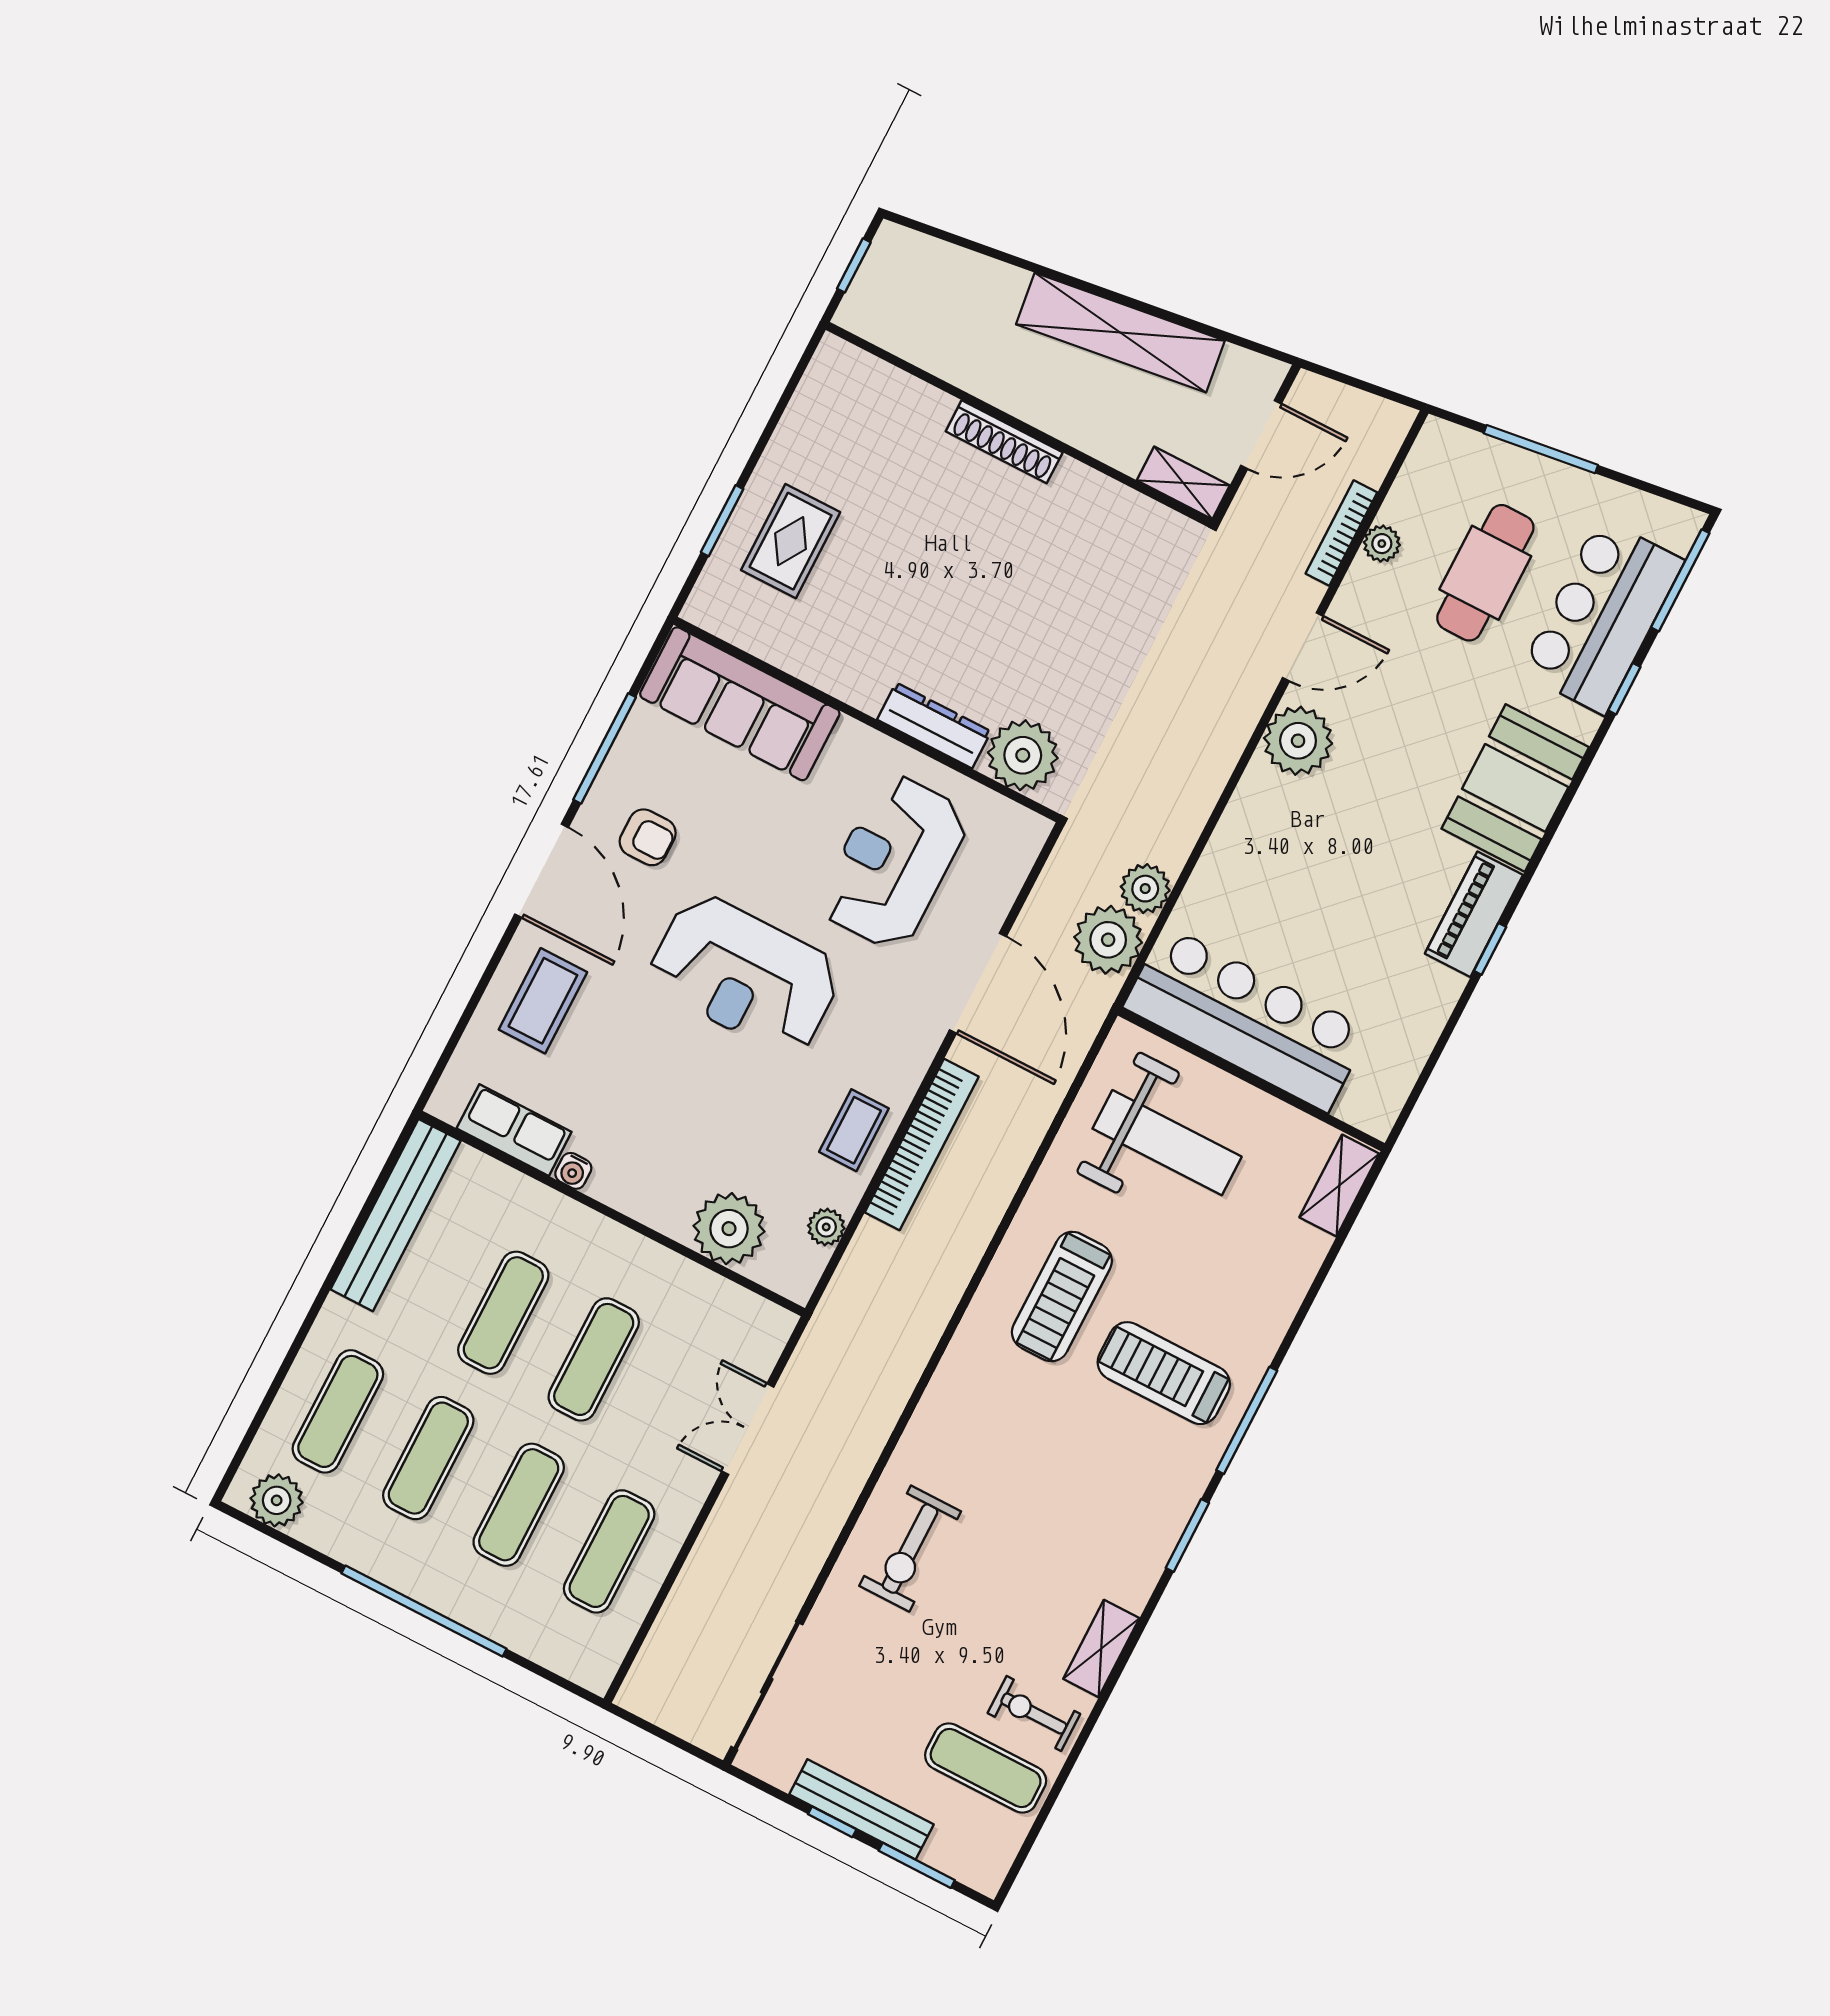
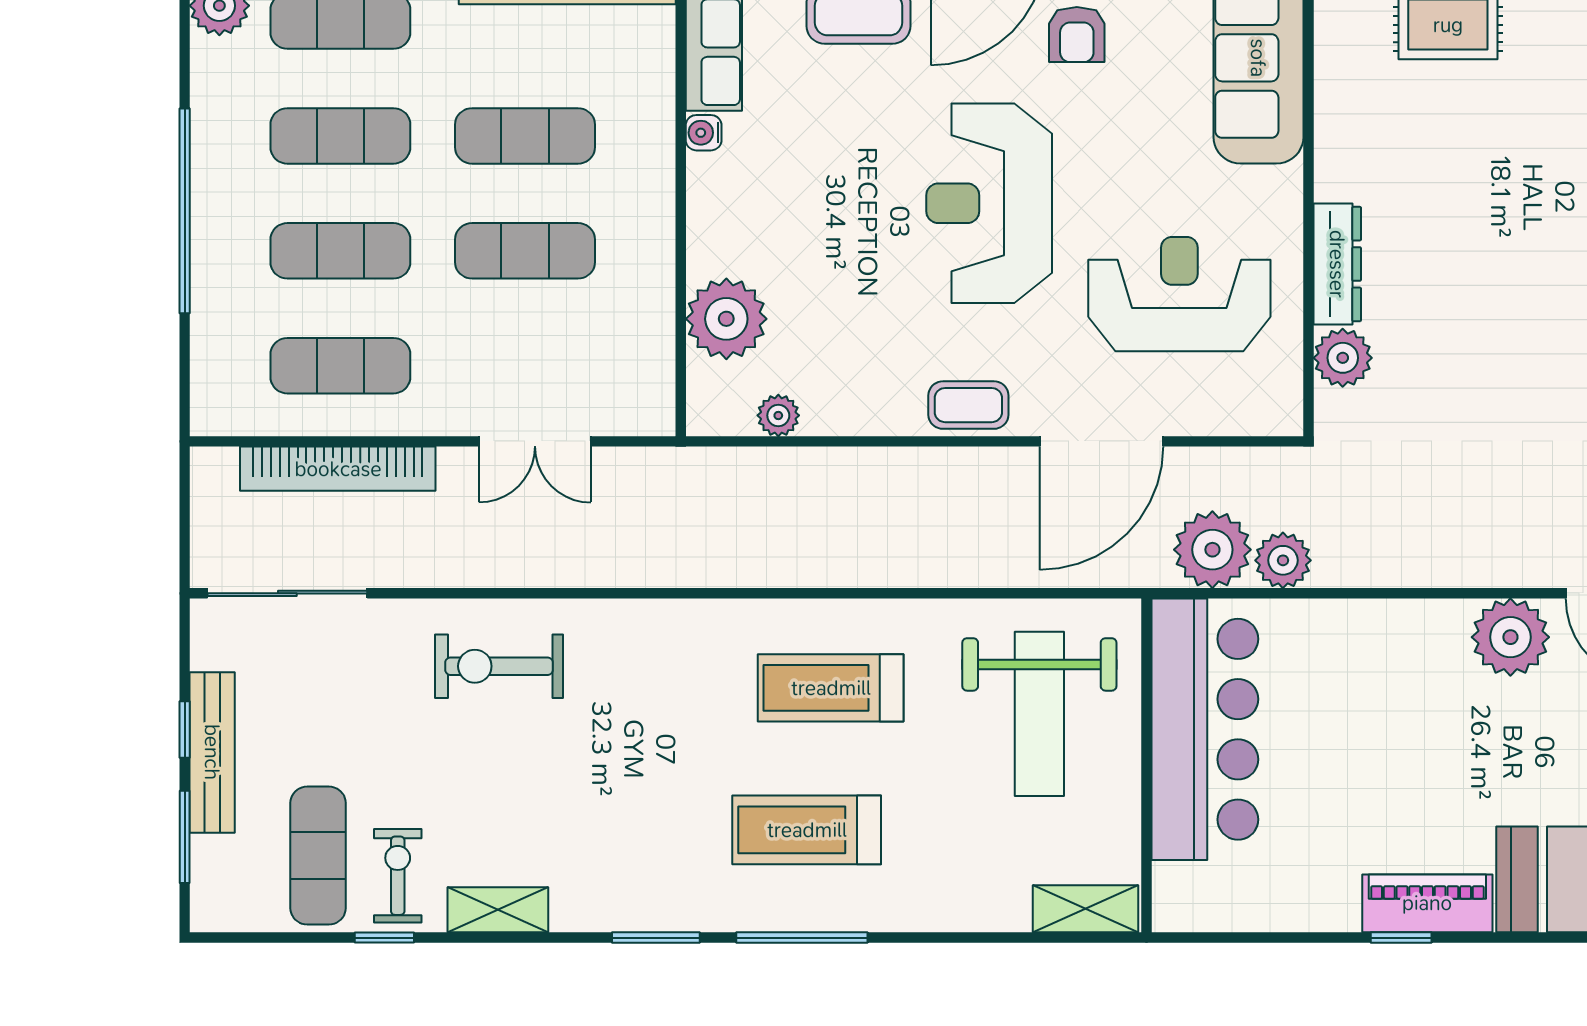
plant: (1023, 755) -> (1343, 358), width x0.73, depth x0.73
coffee table: (854, 1130) -> (968, 405), moved
bookcase: (922, 1145) -> (338, 469), moved
treadmill: (1164, 1373) -> (807, 830), turned -90
double door: (748, 1429) -> (535, 441), swing flipped
window: (1077, 1749) -> (384, 938), added

